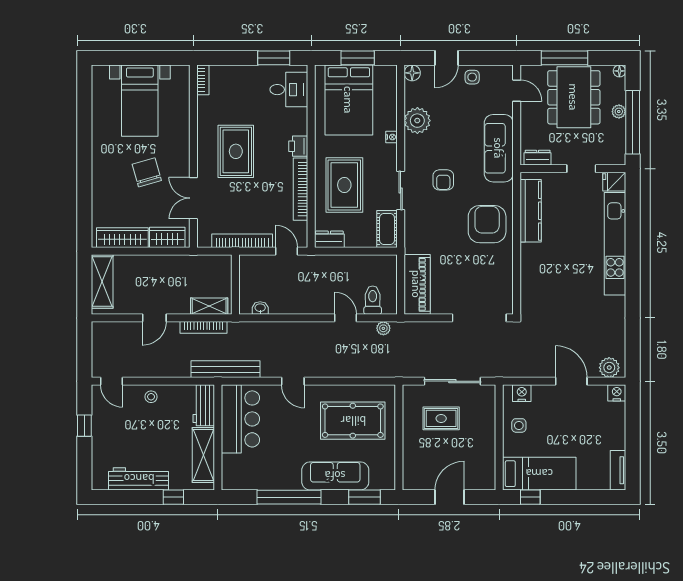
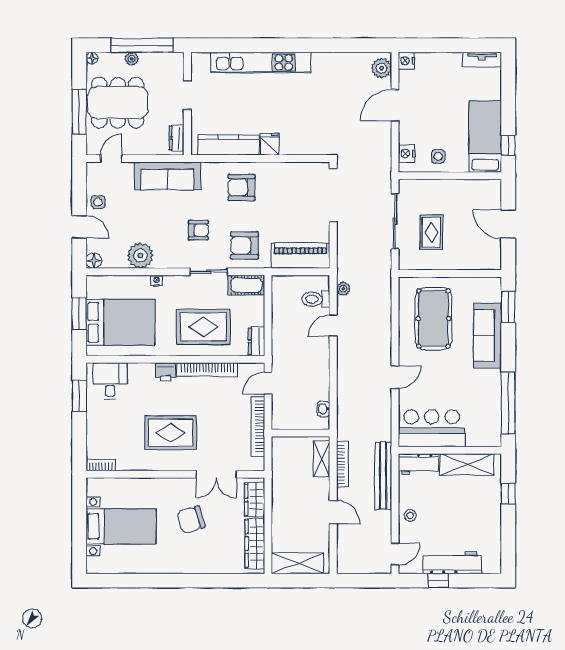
fridge: (614, 182) -> (270, 144), moved, turned 180
armchair: (487, 224) -> (242, 187), width x0.73, depth x0.73
armchair: (428, 227) -> (245, 245), added
bench: (226, 369) -> (383, 476), moved
workbench: (139, 479) -> (452, 563), moved, turned 90
window: (289, 497) -> (508, 403), moved

